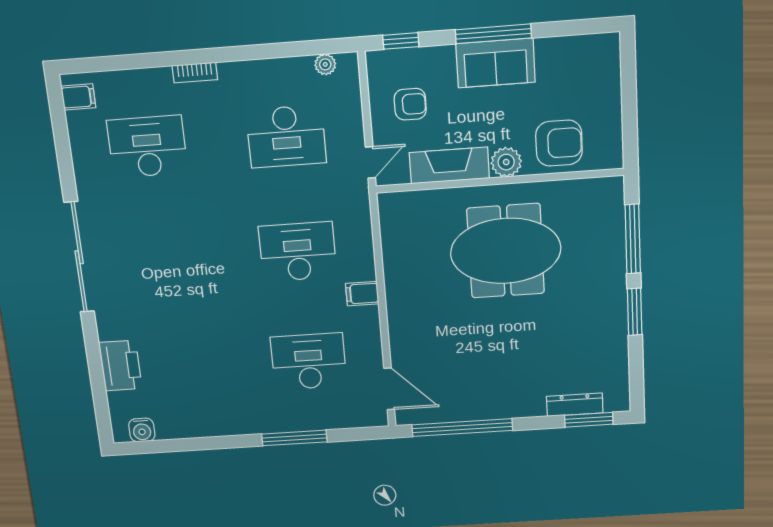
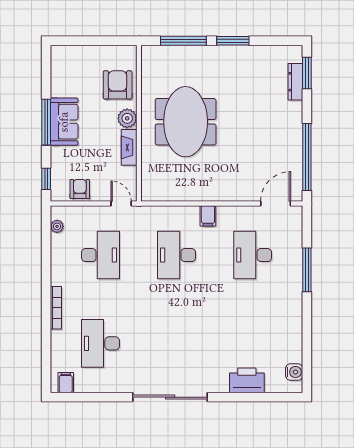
bookcase: (195, 73) -> (56, 308), width x1.56
armchair: (410, 104) -> (80, 189), moved
fireplace: (449, 165) -> (129, 147), width x0.73, depth x0.76

